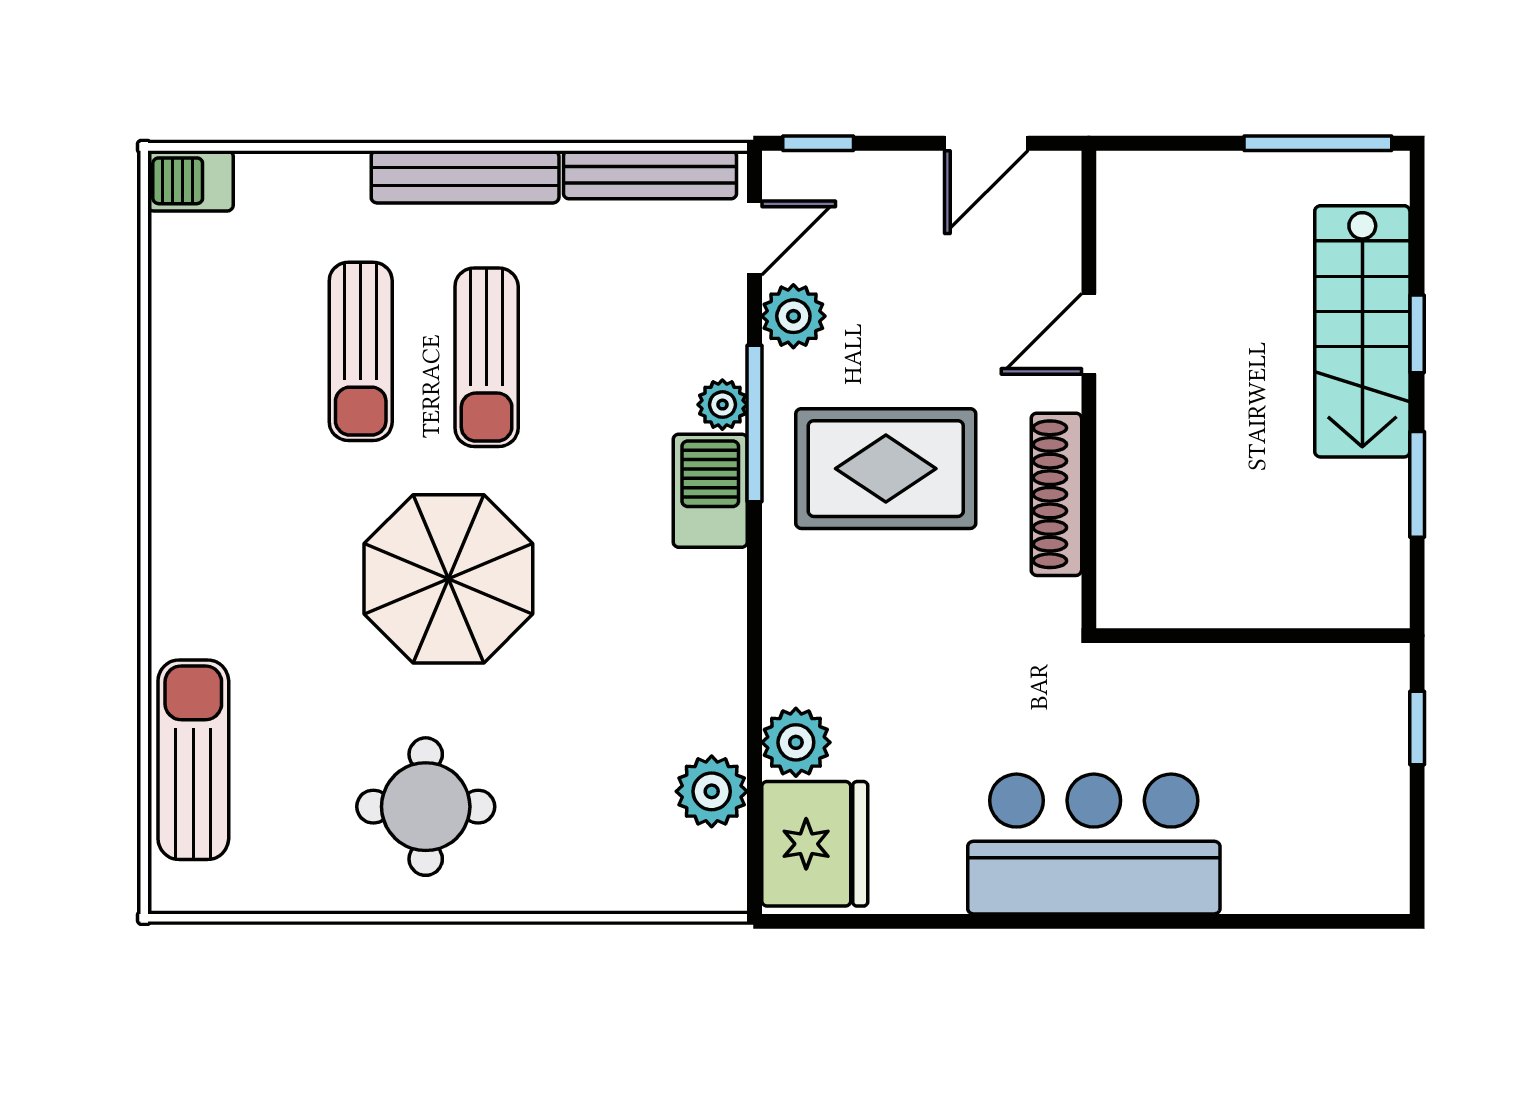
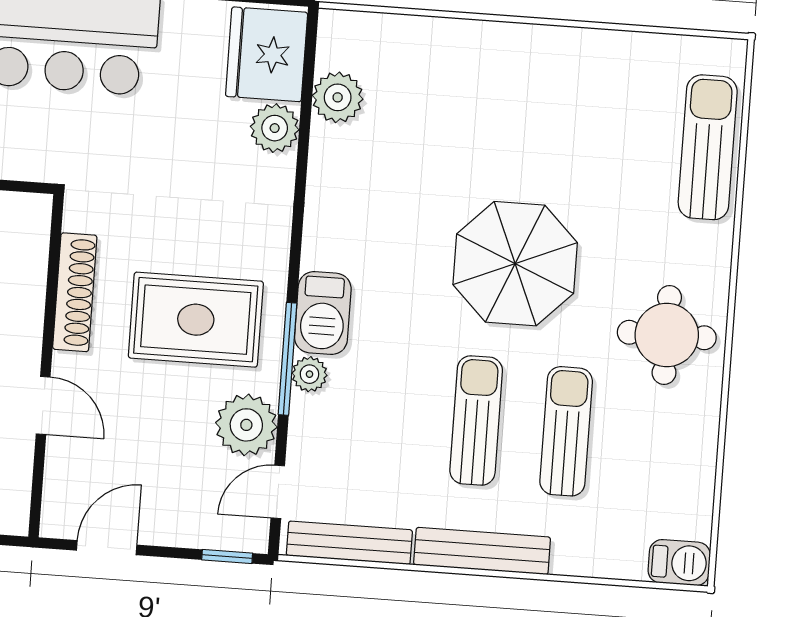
plant: (793, 316) -> (246, 425), width x1.36, depth x1.36
door: (1089, 334) -> (43, 405), hinge flipped
sun lounger: (193, 760) -> (708, 147), turned 180
round table: (426, 807) -> (667, 335), moved

